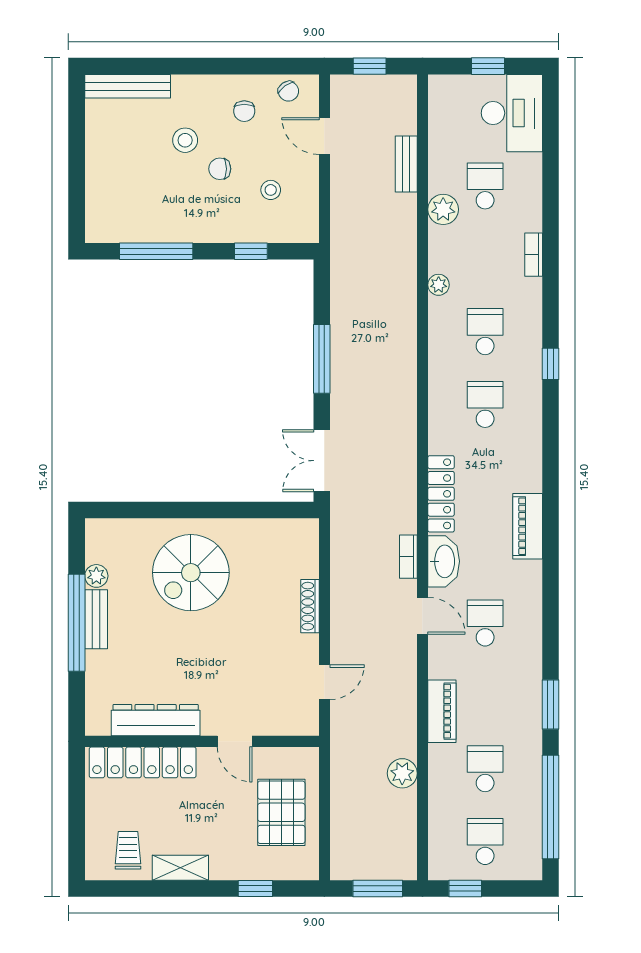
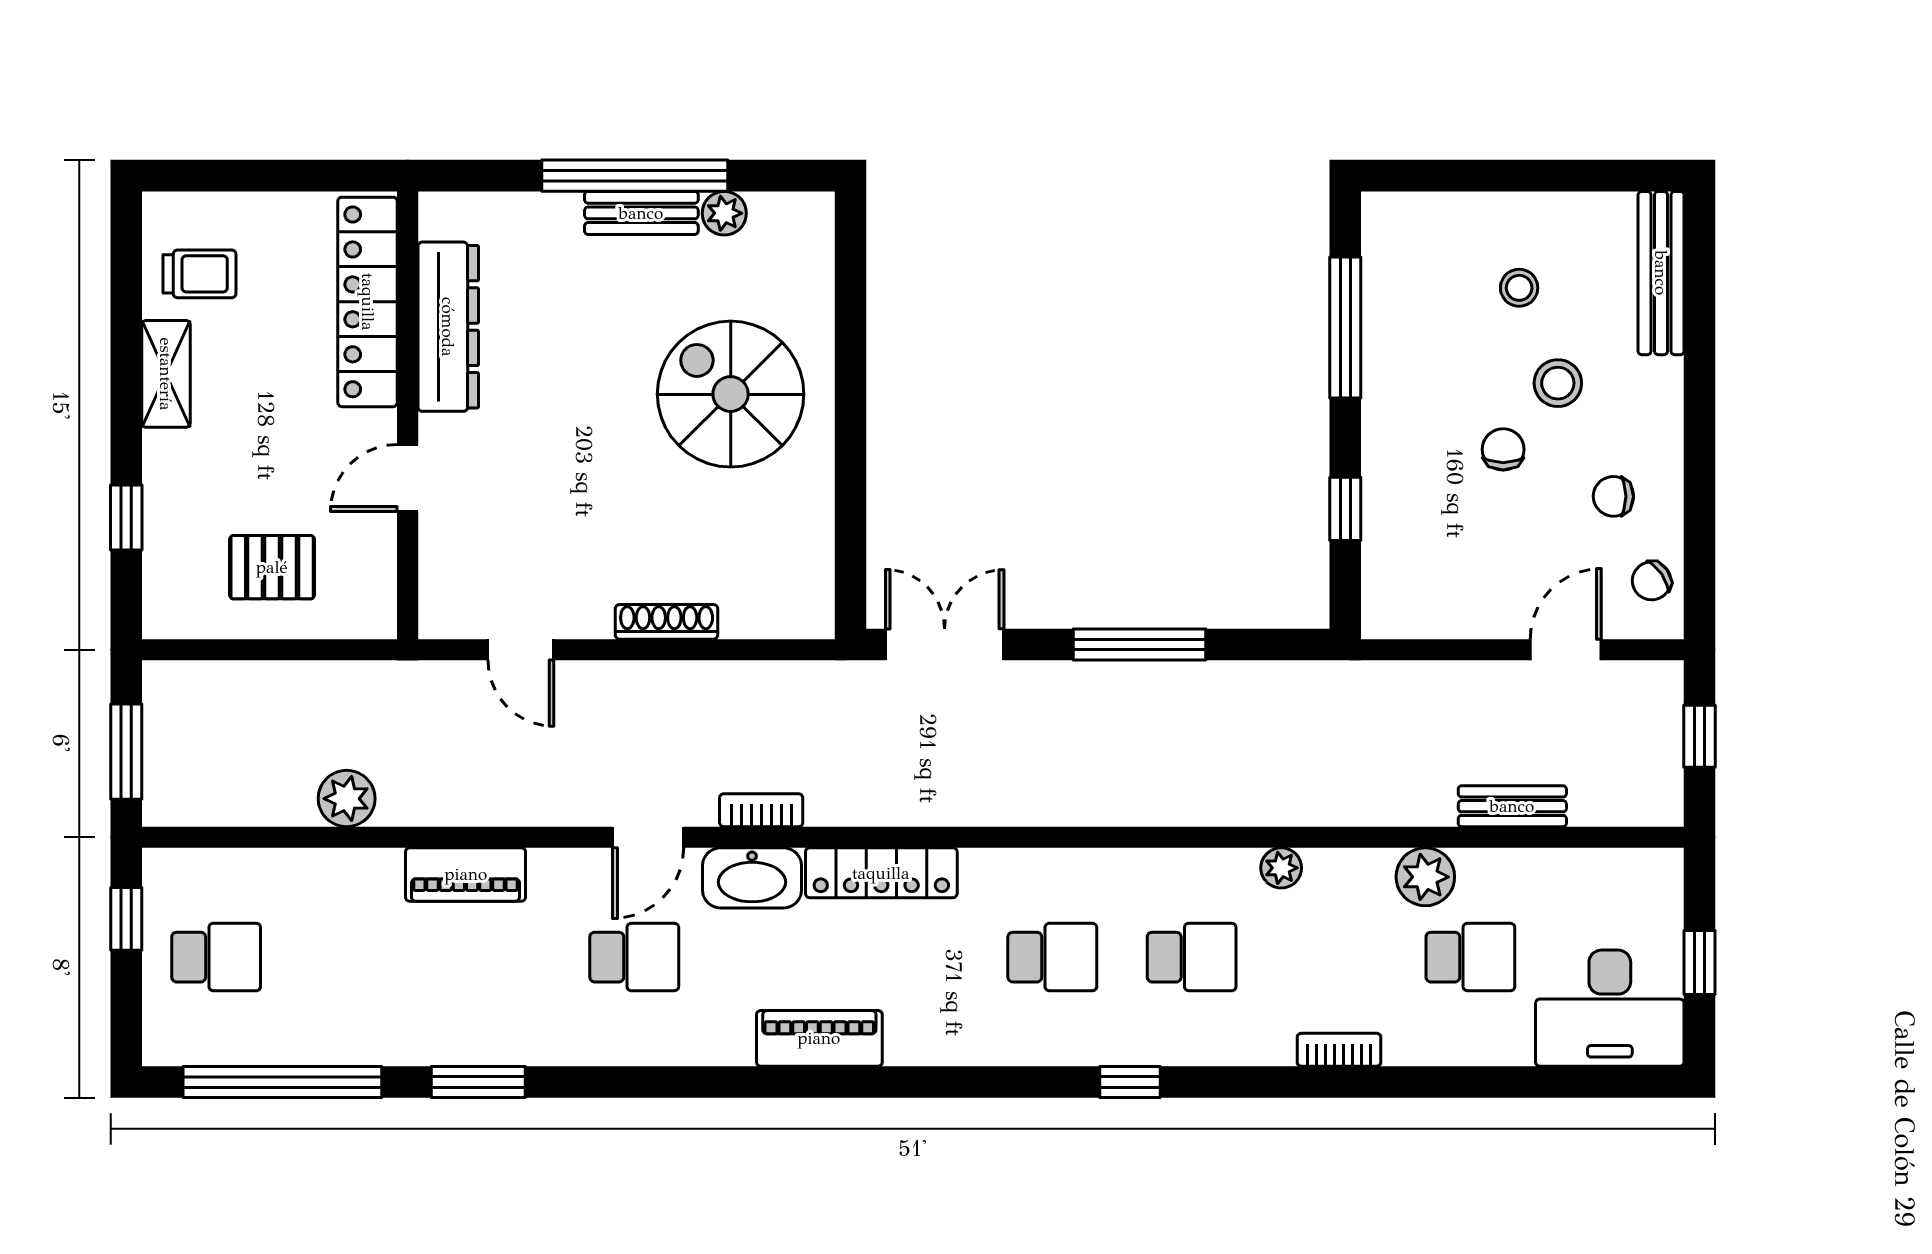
stool: (271, 190) -> (1519, 288), moved
school desk: (485, 769) -> (356, 957), removed
pallet: (281, 812) -> (272, 567), width x0.67, depth x0.71

